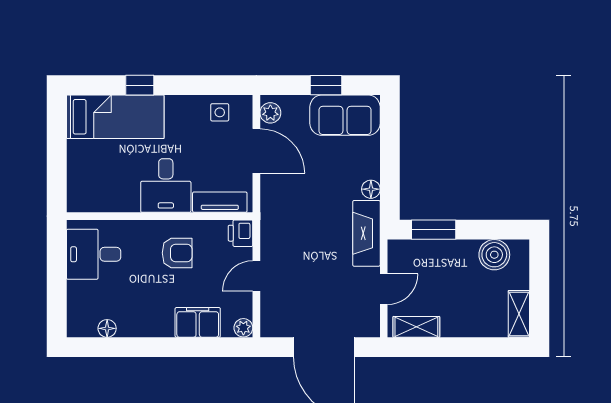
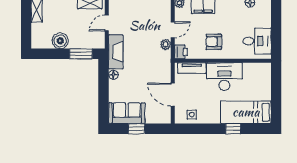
plant: (270, 113) -> (165, 44), moved
desk: (166, 185) -> (224, 77), width x1.37
boiler: (494, 255) -> (60, 41), moved

